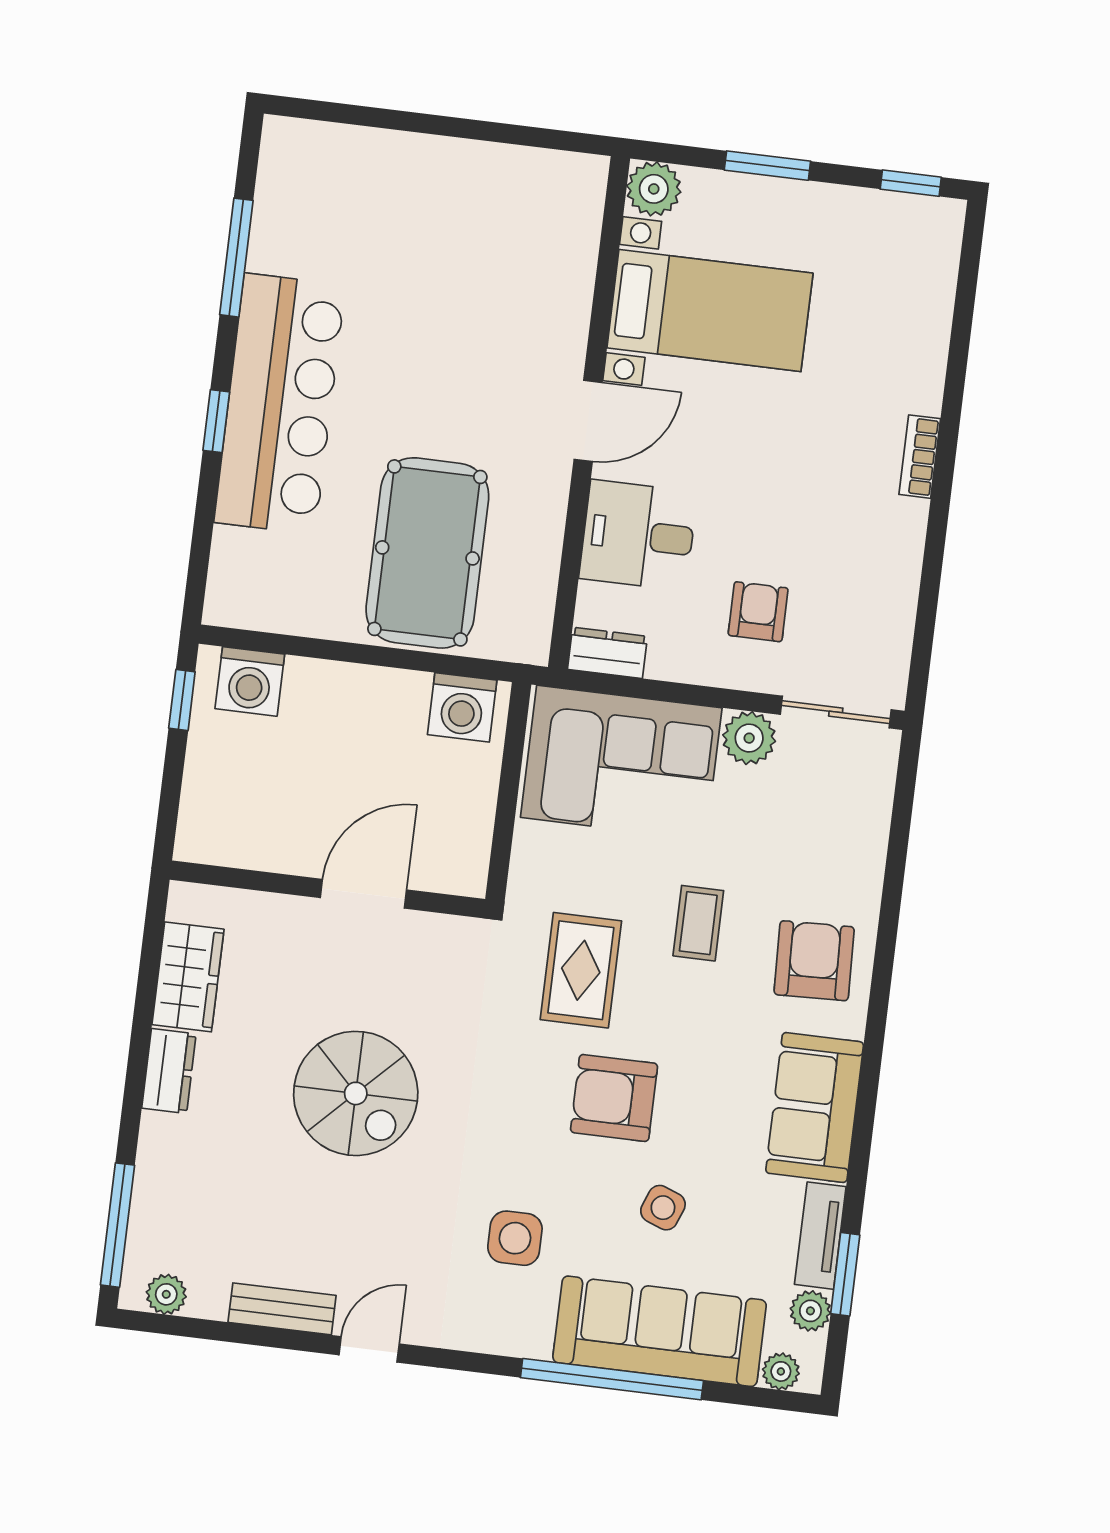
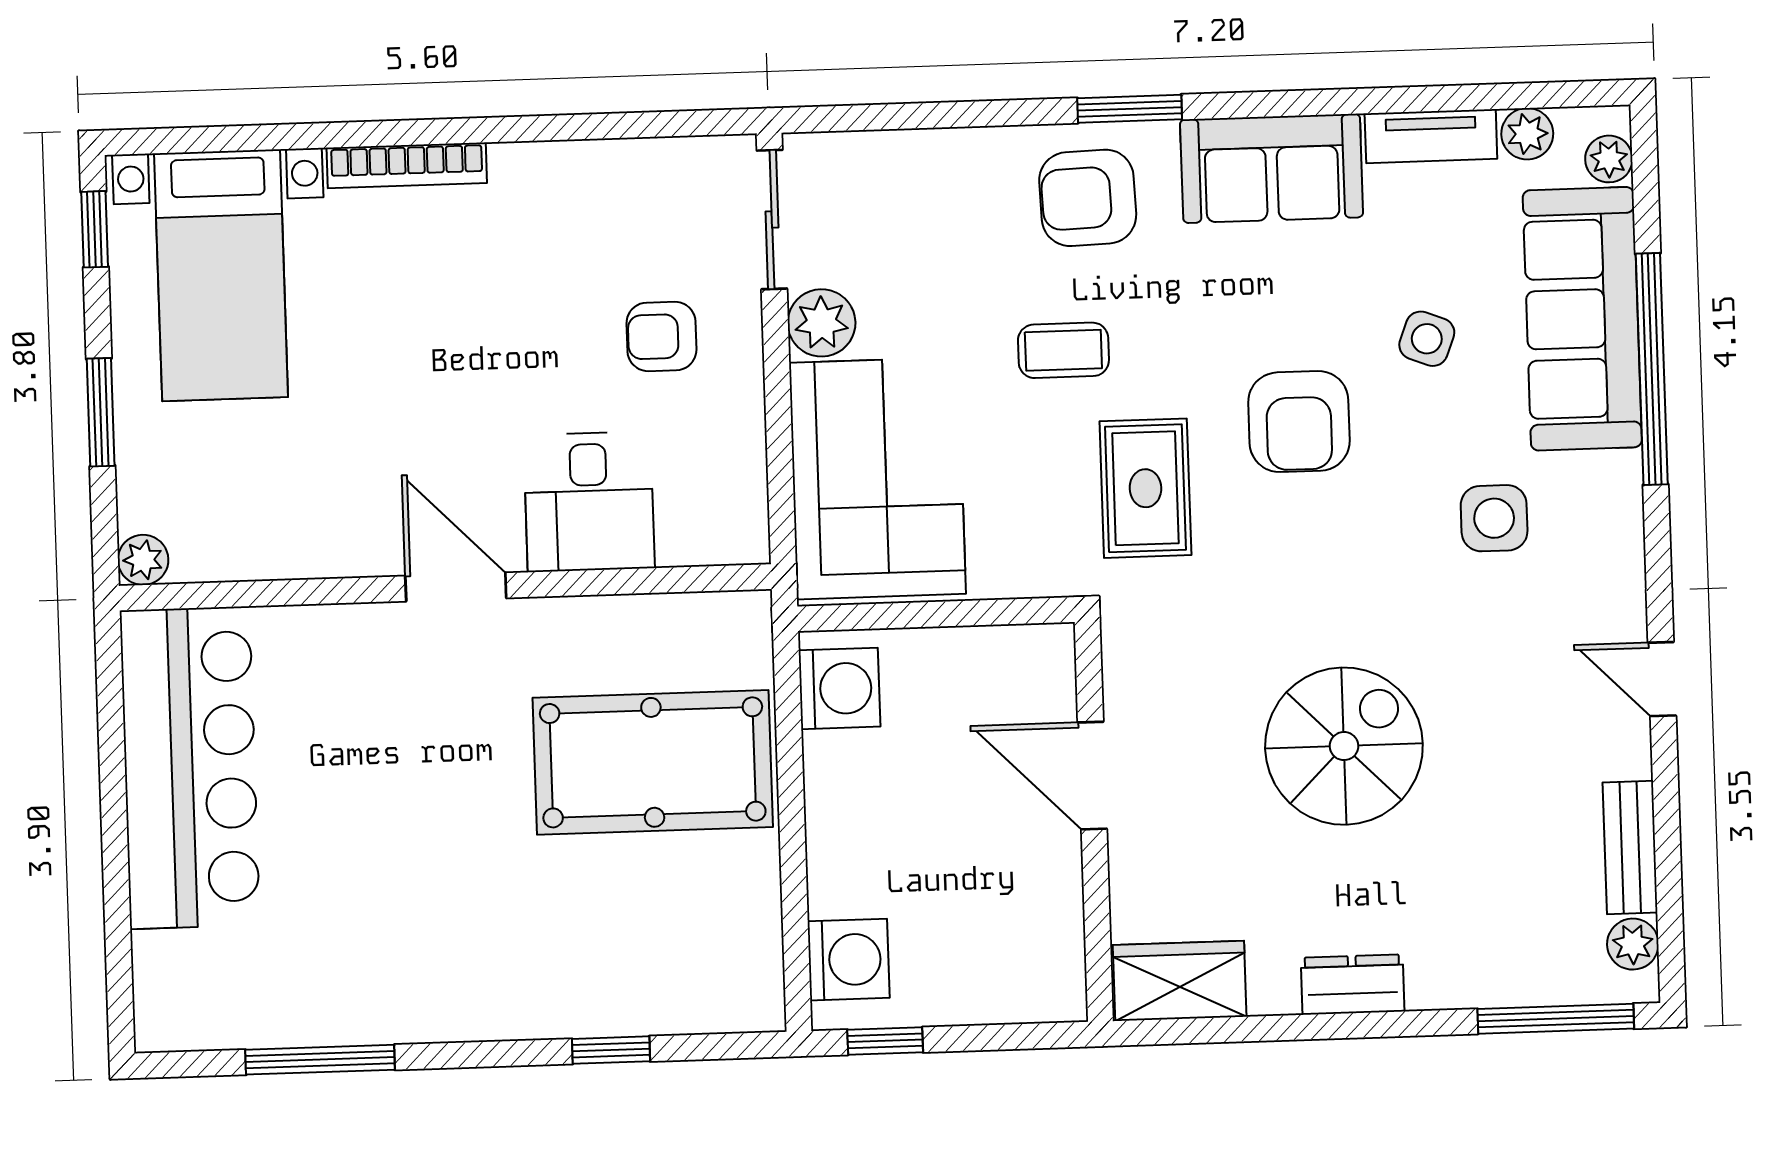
plant: (654, 189) -> (143, 560), width x0.73, depth x0.73
bed with nightstands: (710, 310) -> (221, 275), moved, turned 180
bar counter: (280, 404) -> (190, 768), moved, turned 90
window: (216, 421) -> (611, 1050), moved
bookcase: (920, 457) -> (407, 165), width x1.56
dresser: (607, 653) -> (743, 517), removed
rug: (581, 970) -> (1145, 488), turned 90
wardrobe: (188, 977) -> (1180, 981), moved
window: (845, 1274) -> (1130, 109), moved
bench: (282, 1309) -> (1630, 847), moved

